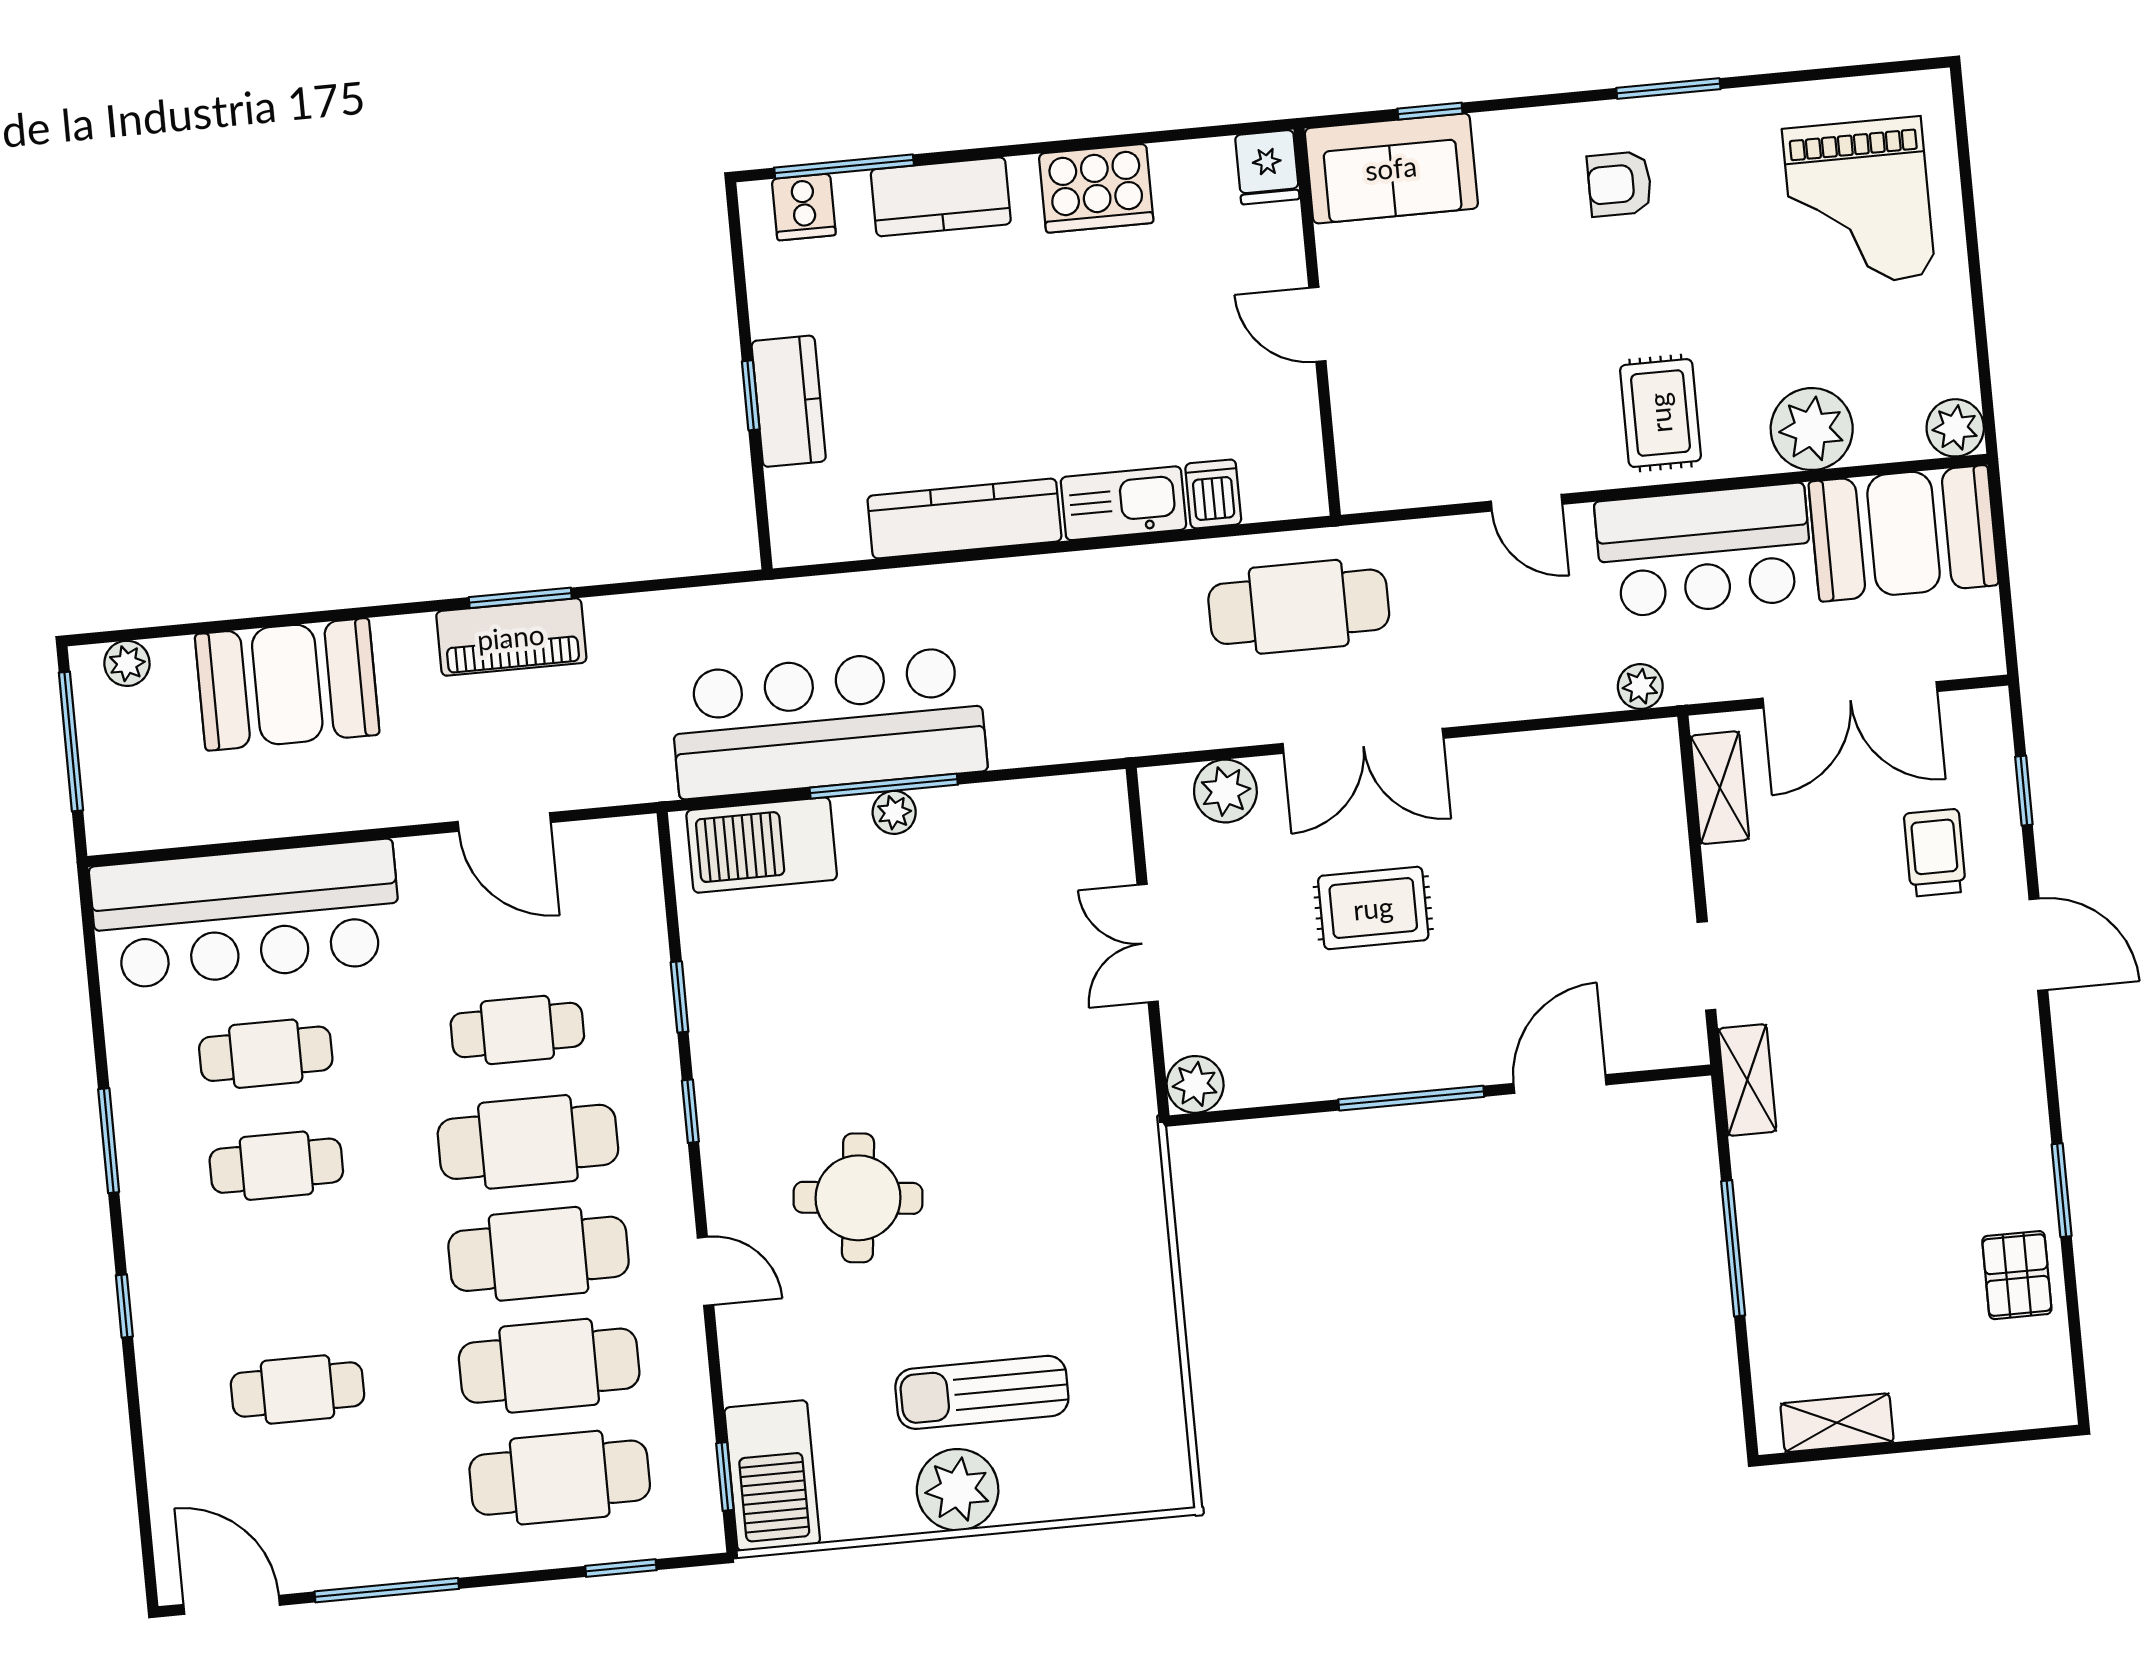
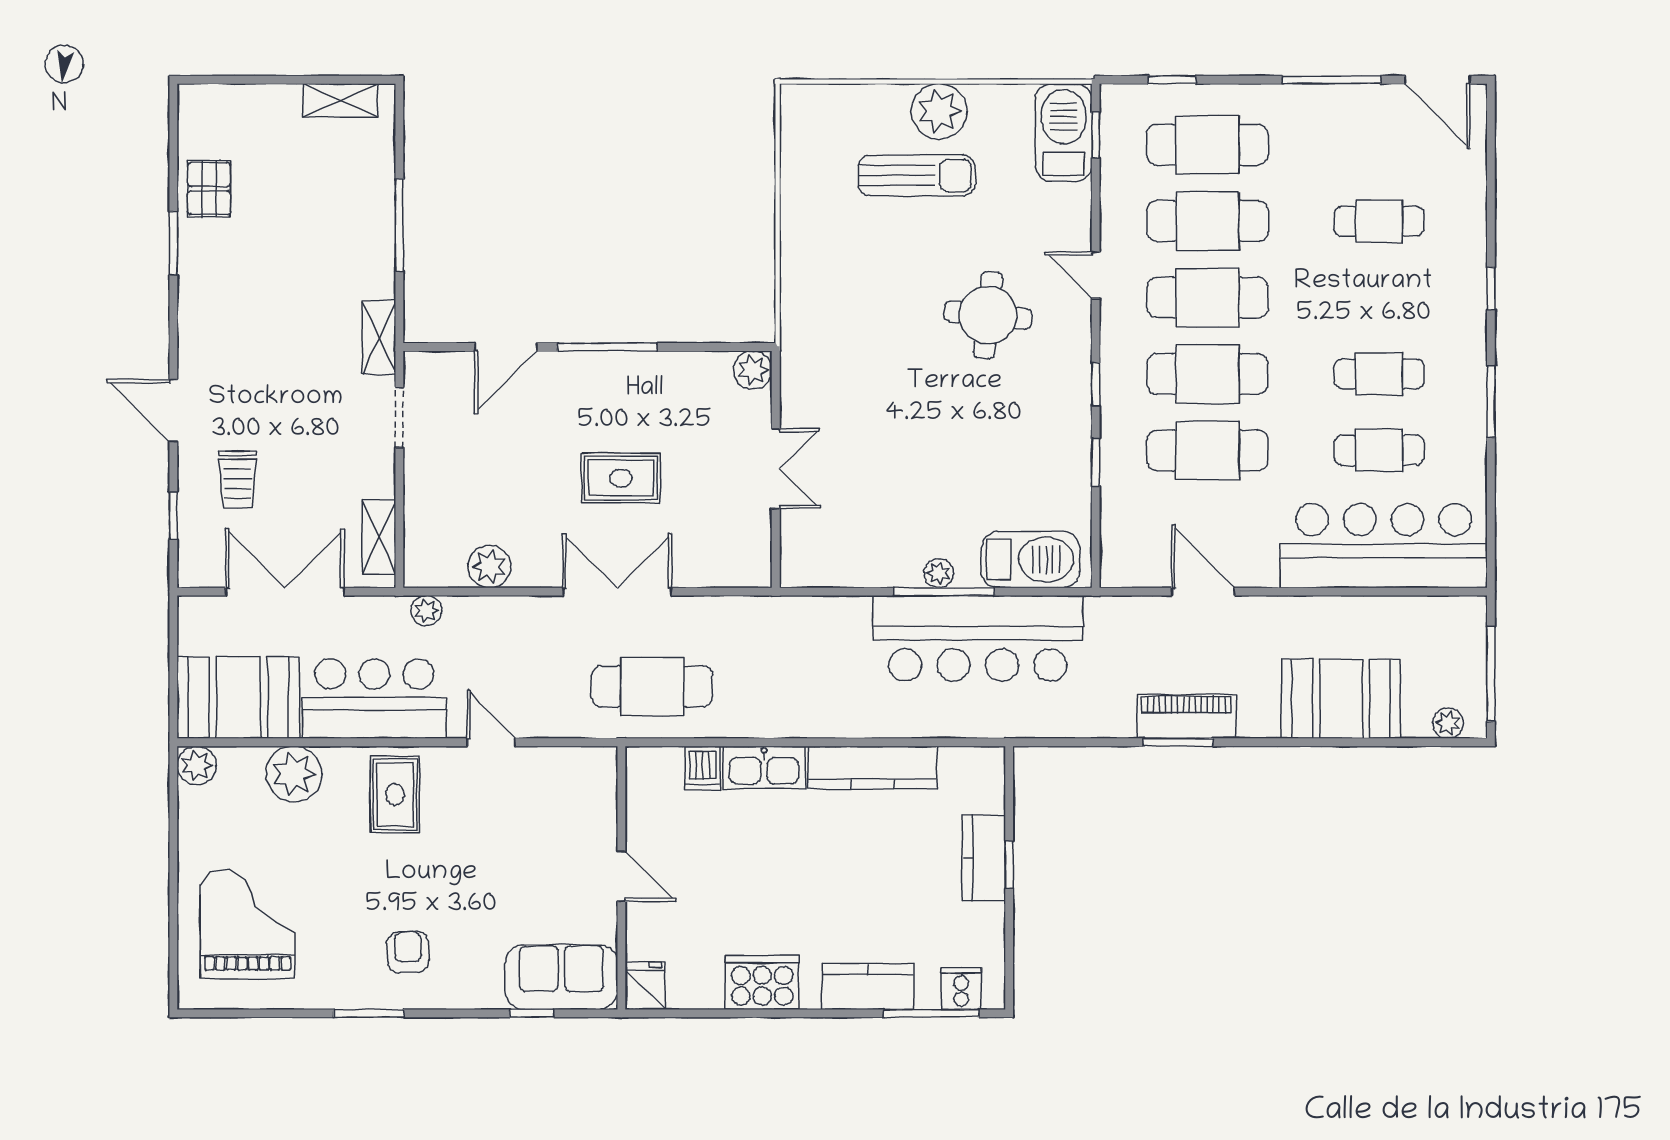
armchair: (1620, 184) -> (408, 952), turned -92
plant: (1225, 791) -> (489, 567), moved
cafe table: (517, 1030) -> (1208, 450), width x1.37, depth x1.35

